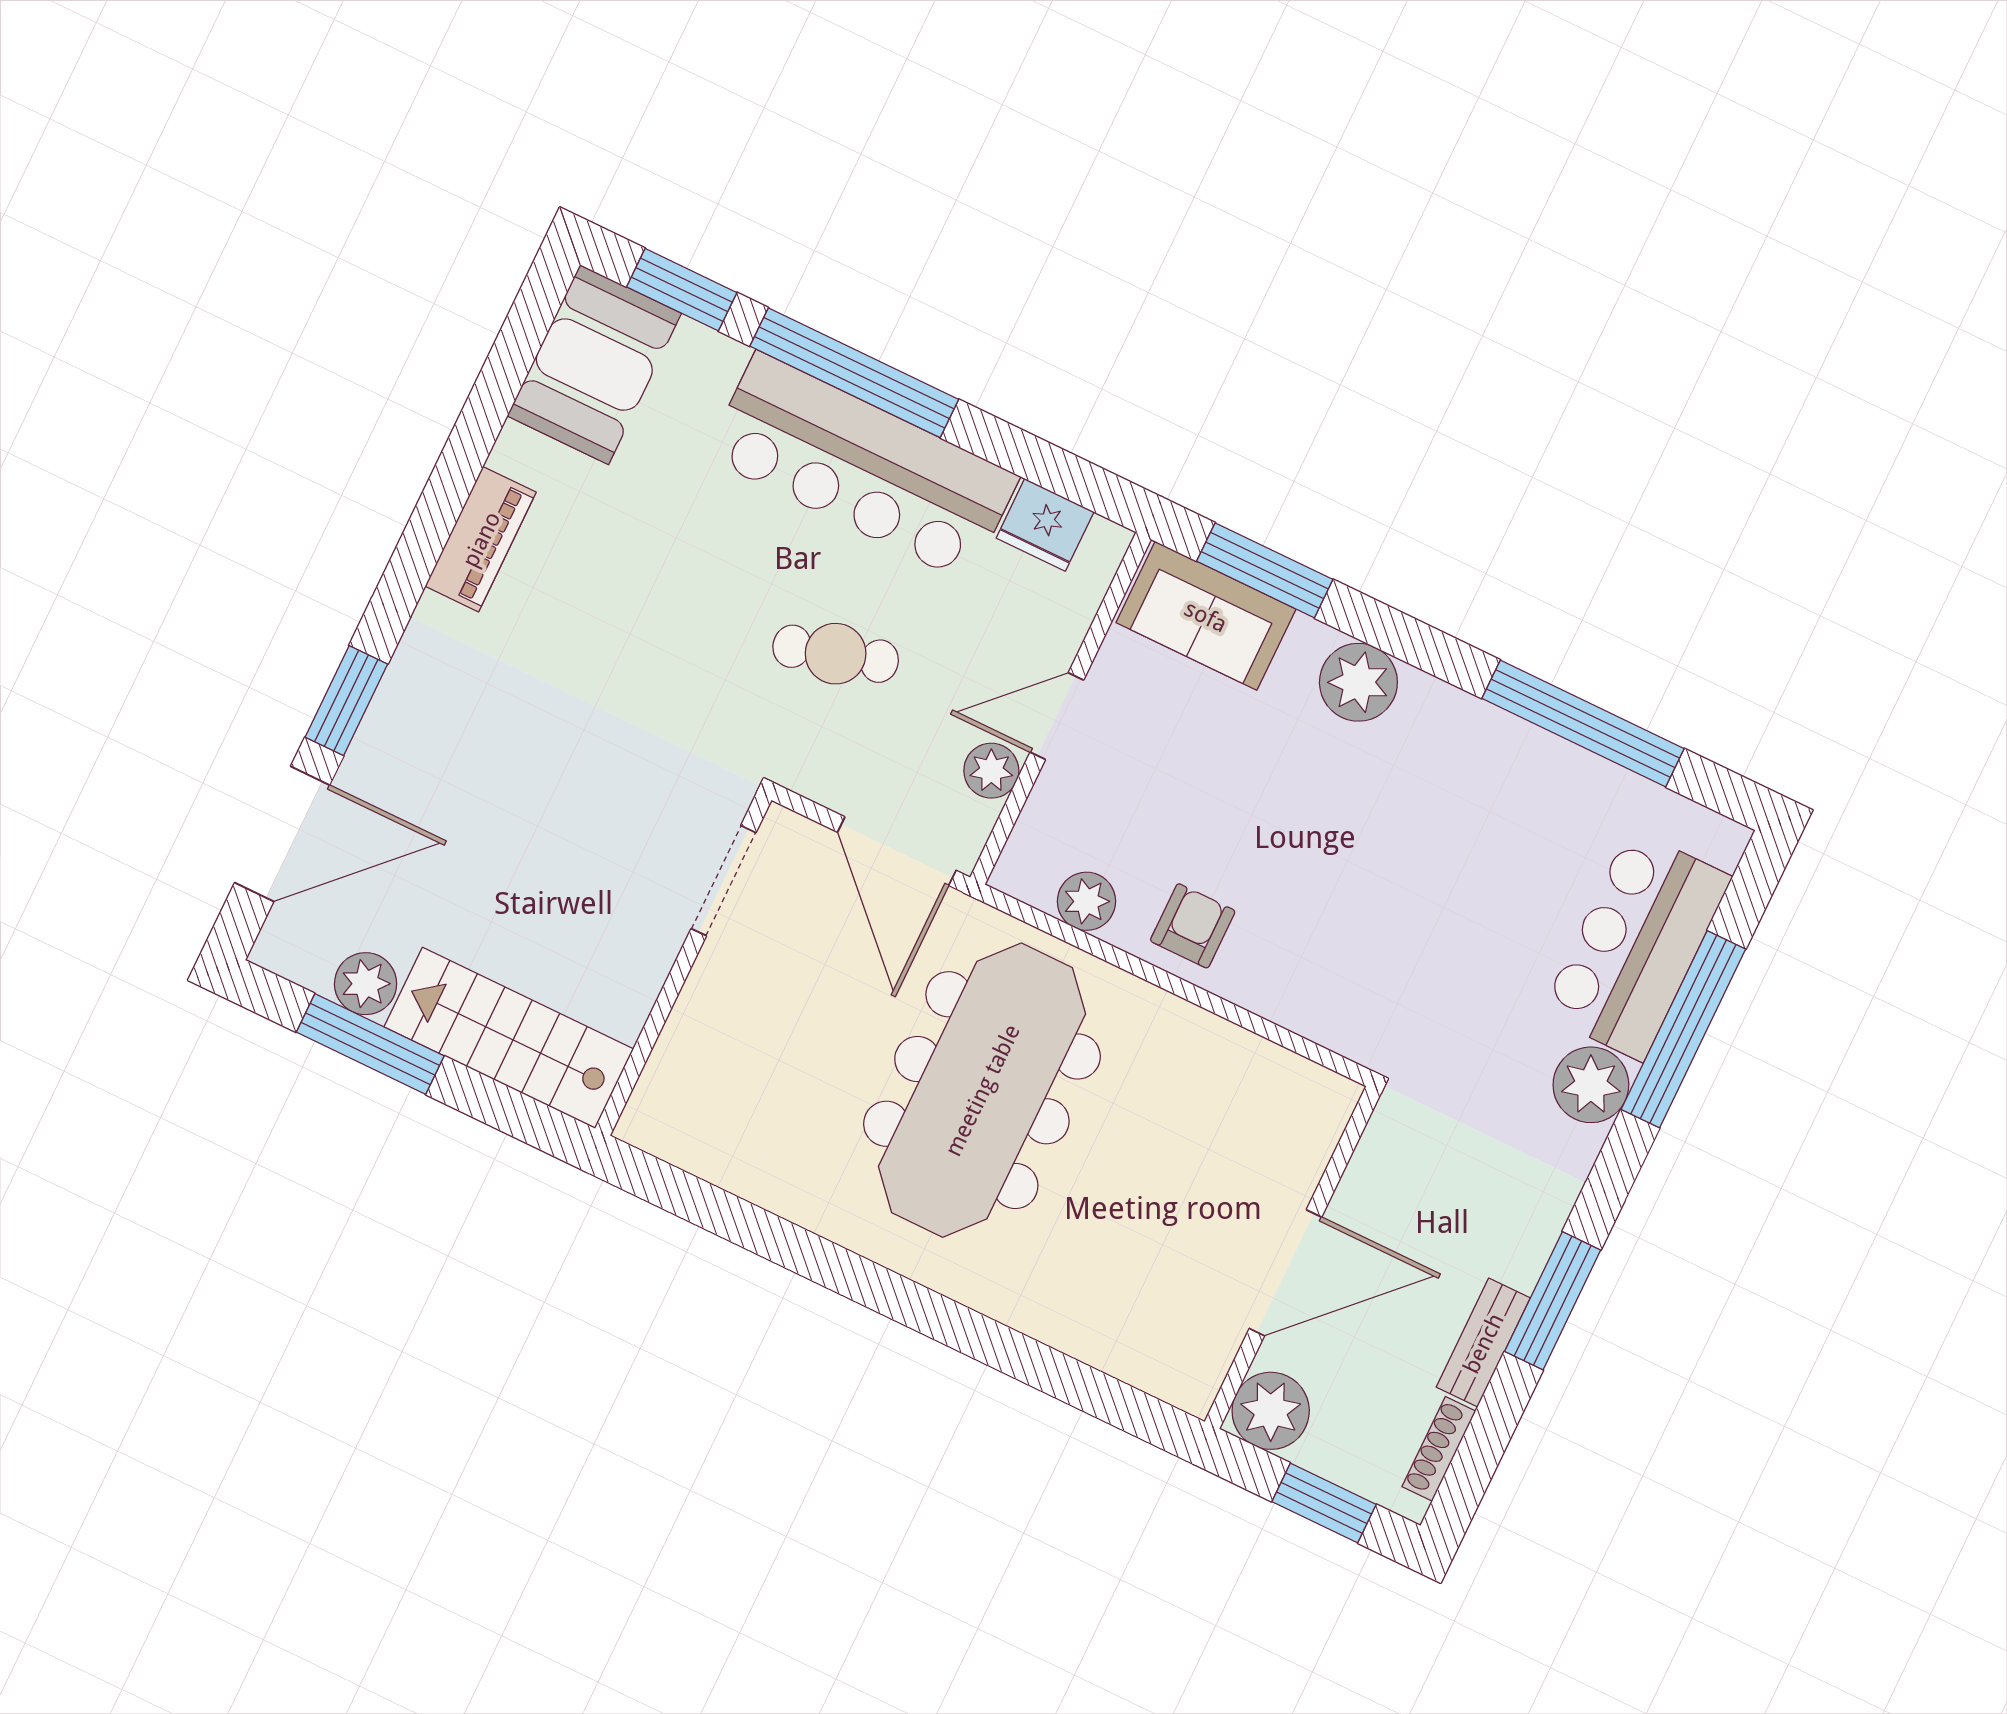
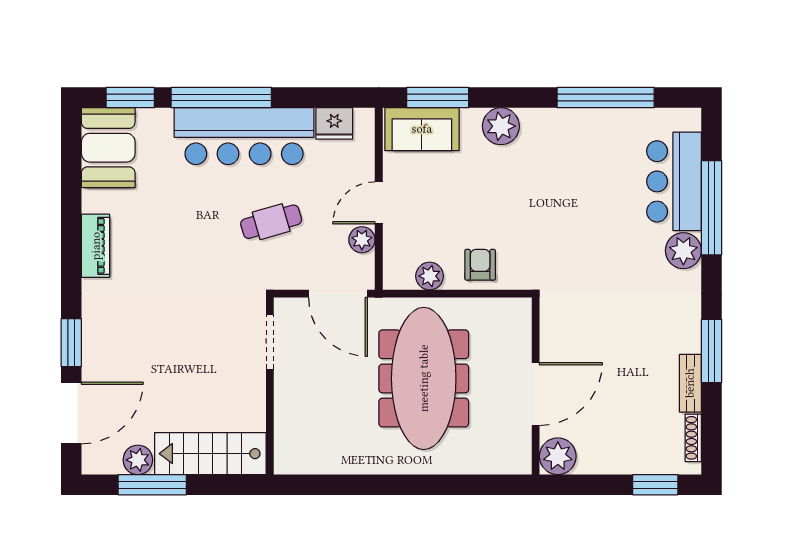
wall: (1293, 1257) -> (536, 386), moved
door: (1285, 1273) -> (536, 394), moved
plant: (1271, 1411) -> (558, 456), moved

